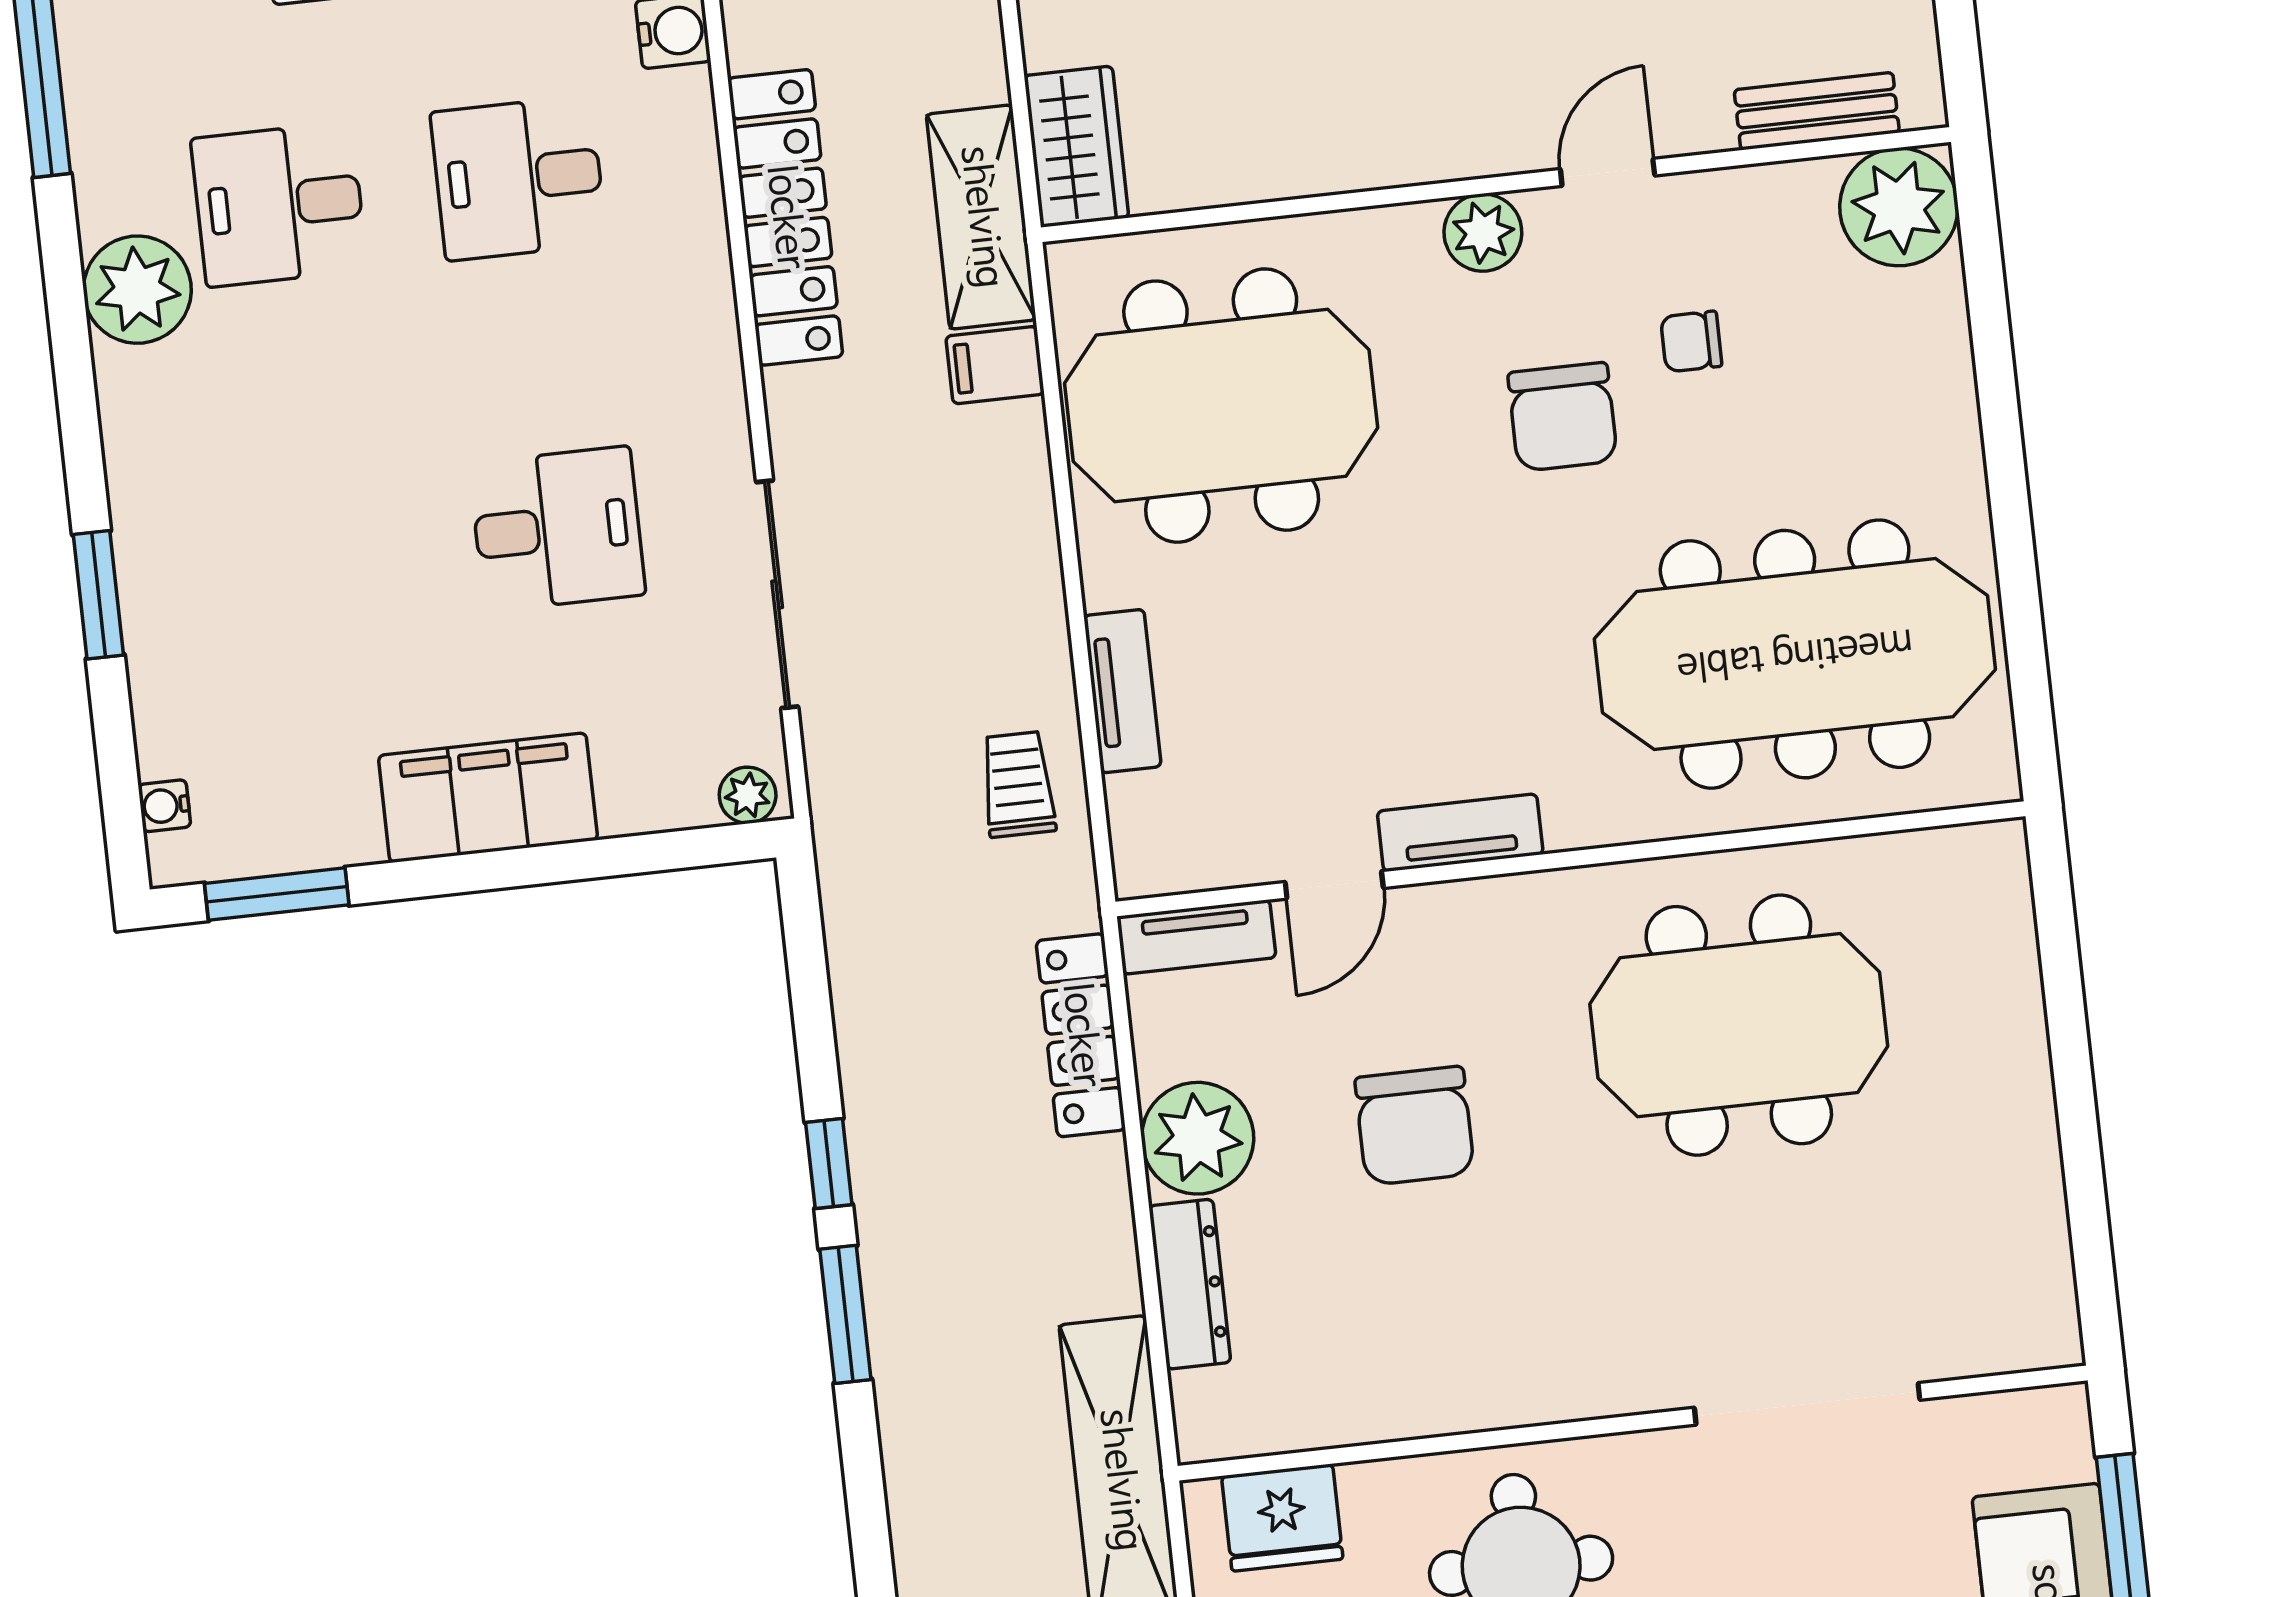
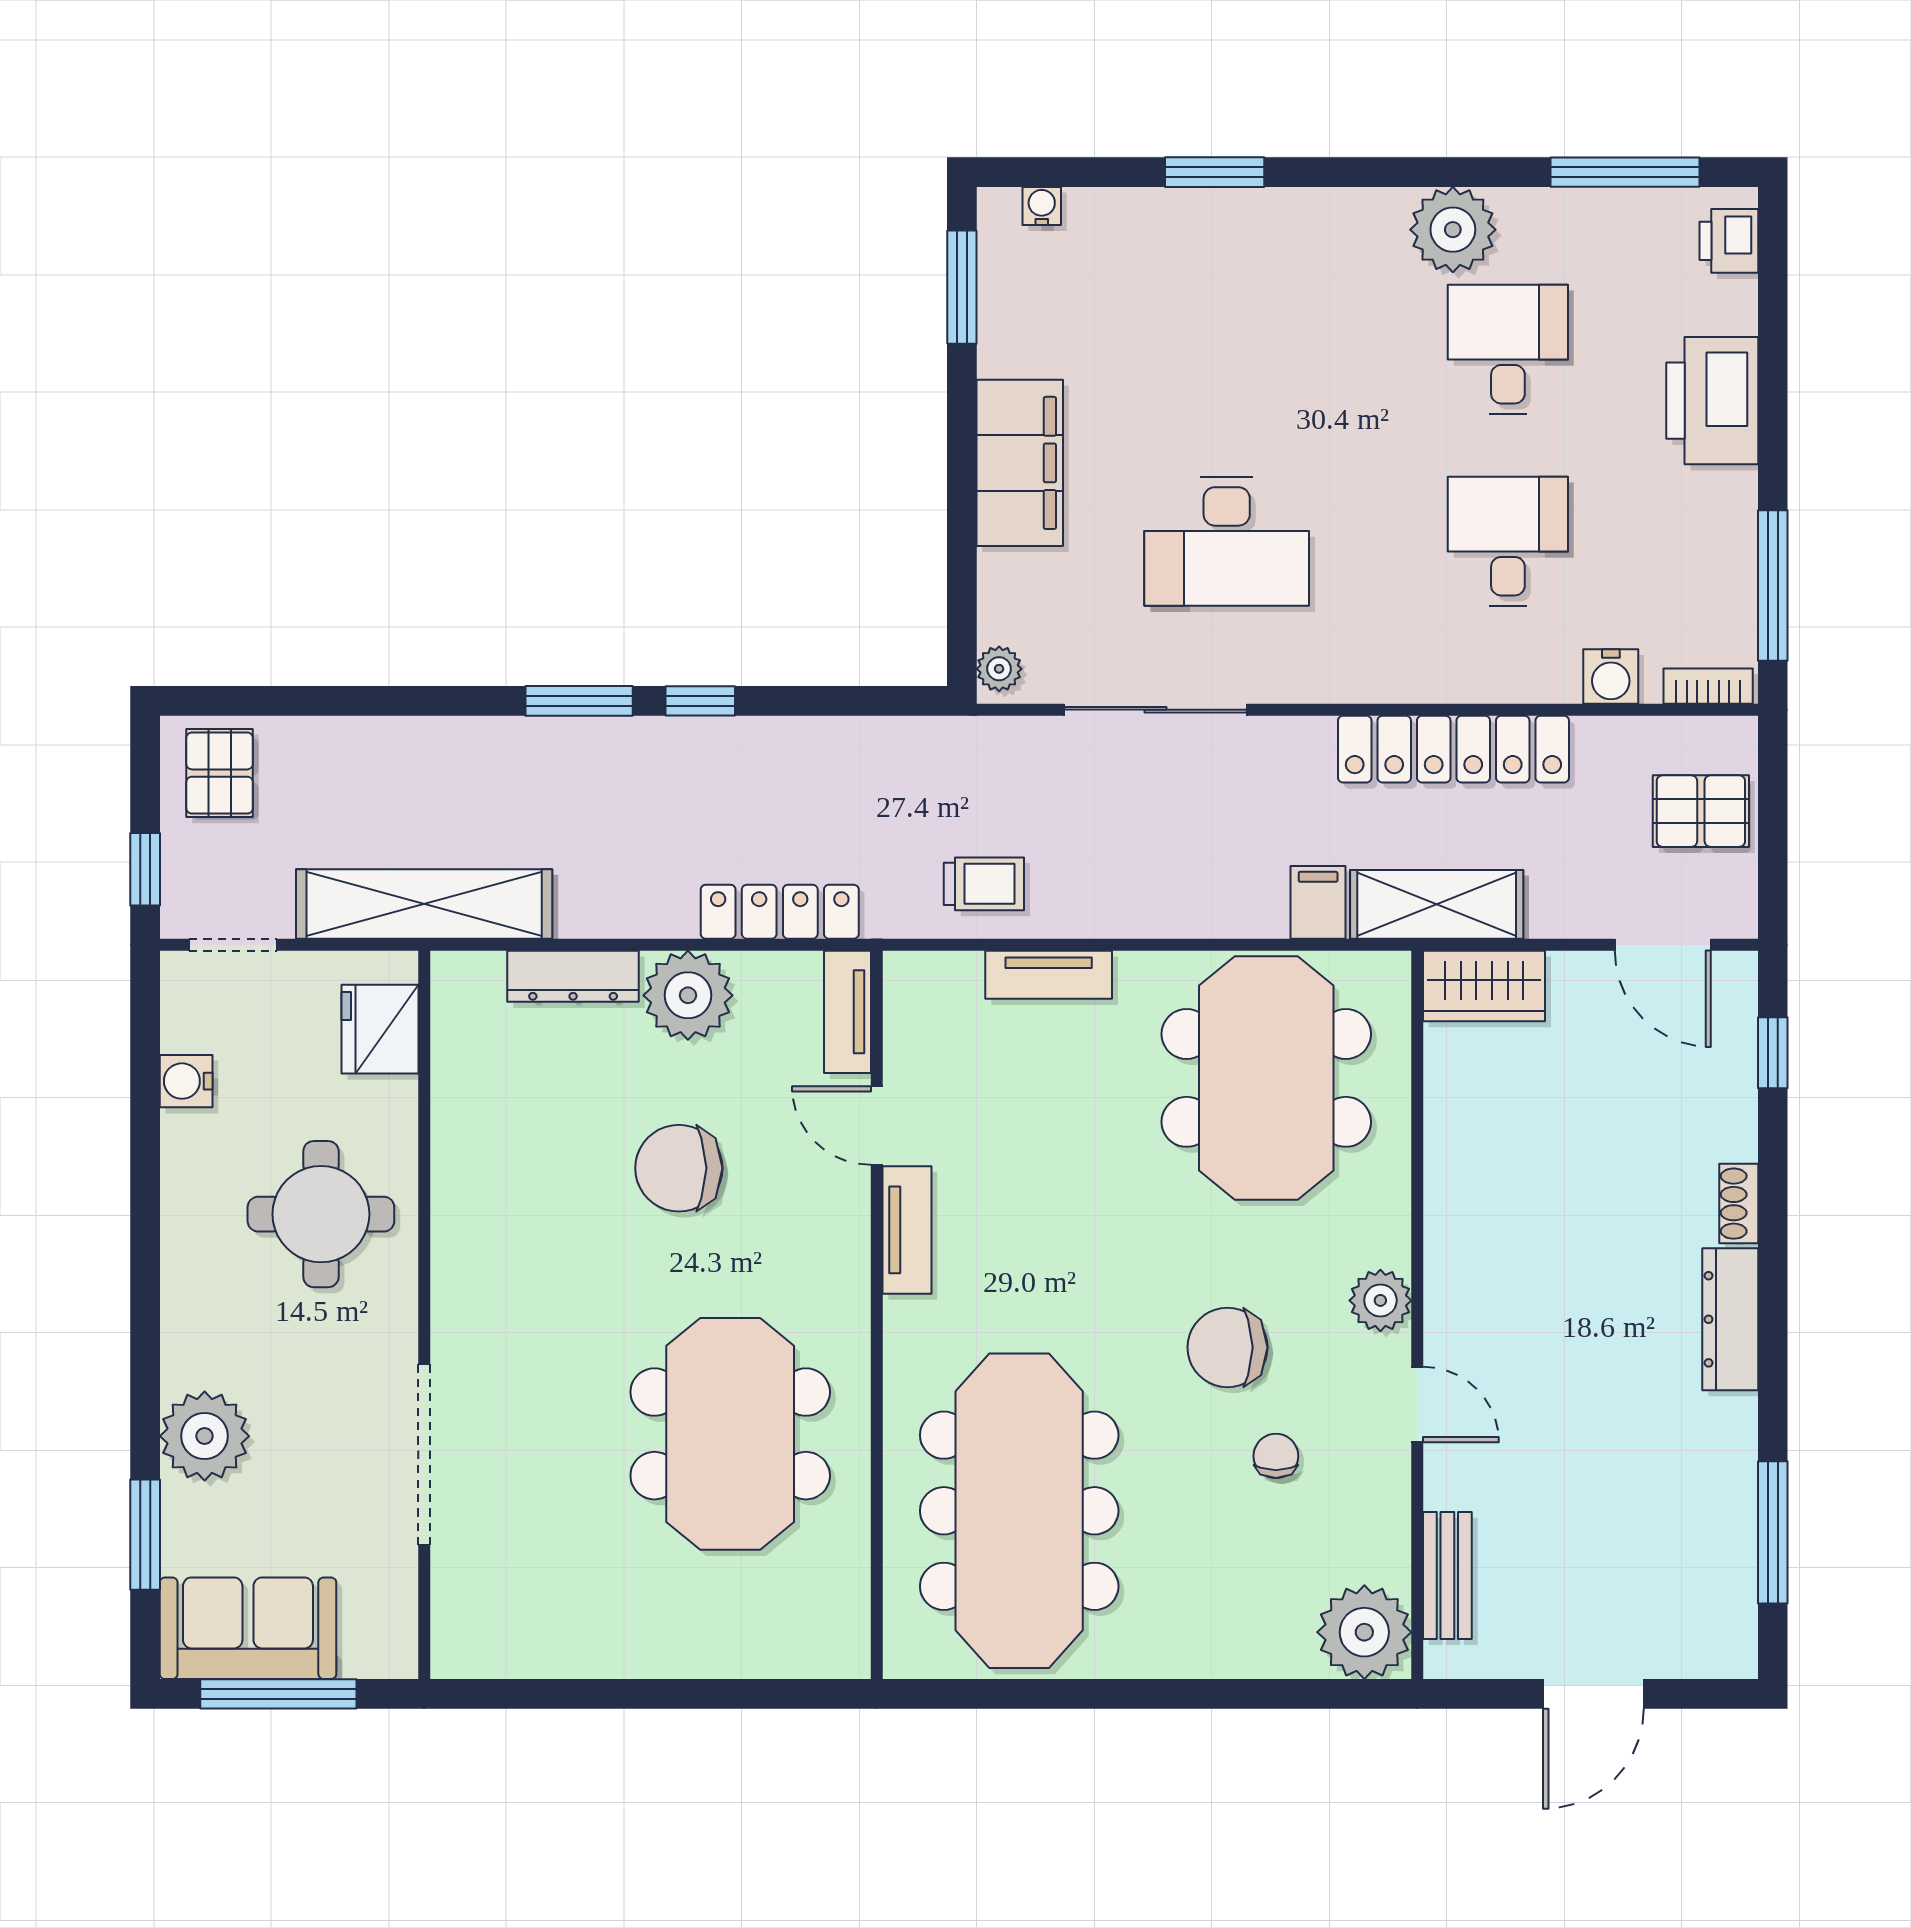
desk: (557, 529) -> (1227, 541), width x1.37

